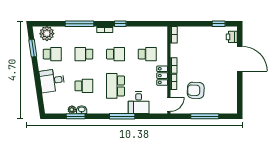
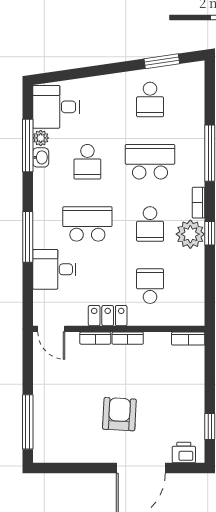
plant: (47, 34) -> (190, 234), moved
school desk: (84, 54) -> (150, 162), width x1.85
school desk: (147, 54) -> (150, 286), turned 180
desk: (52, 81) -> (56, 107), moved, turned -82
armchair: (196, 90) -> (119, 414), moved
window: (76, 116) -> (28, 146), width x1.44
window: (205, 116) -> (28, 422), moved

